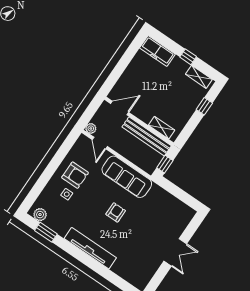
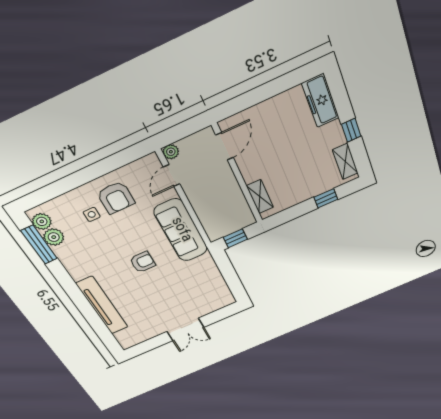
door: (120, 108) -> (225, 146), hinge flipped
bench: (147, 136) -> (235, 197), removed
plant: (52, 222) -> (54, 237), added
window: (46, 232) -> (39, 245), width x1.44
tv unit: (90, 248) -> (102, 306), moved

